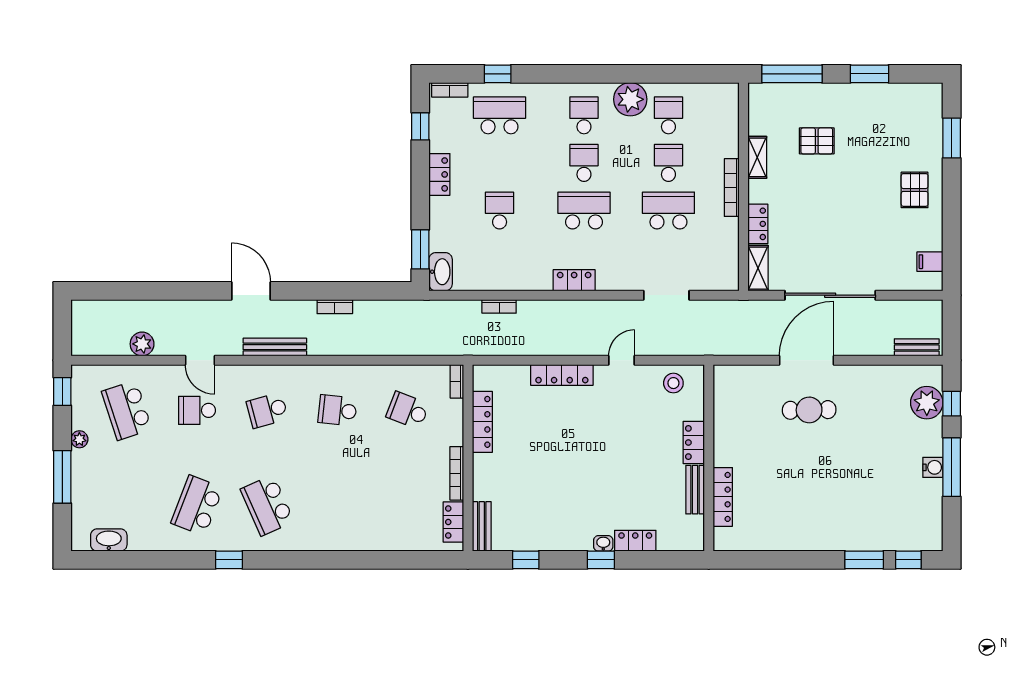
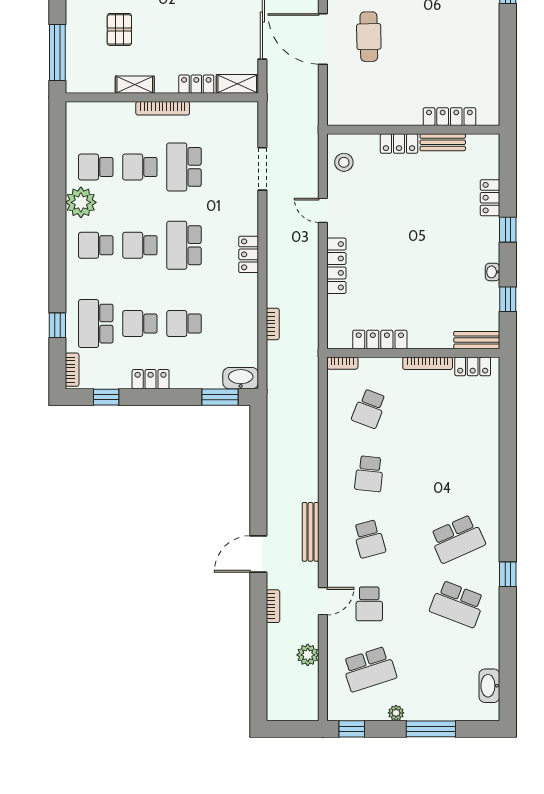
school desk: (500, 163) -> (140, 324), added
bookcase: (335, 307) -> (273, 606), moved
washbasin: (603, 543) -> (493, 272), moved

